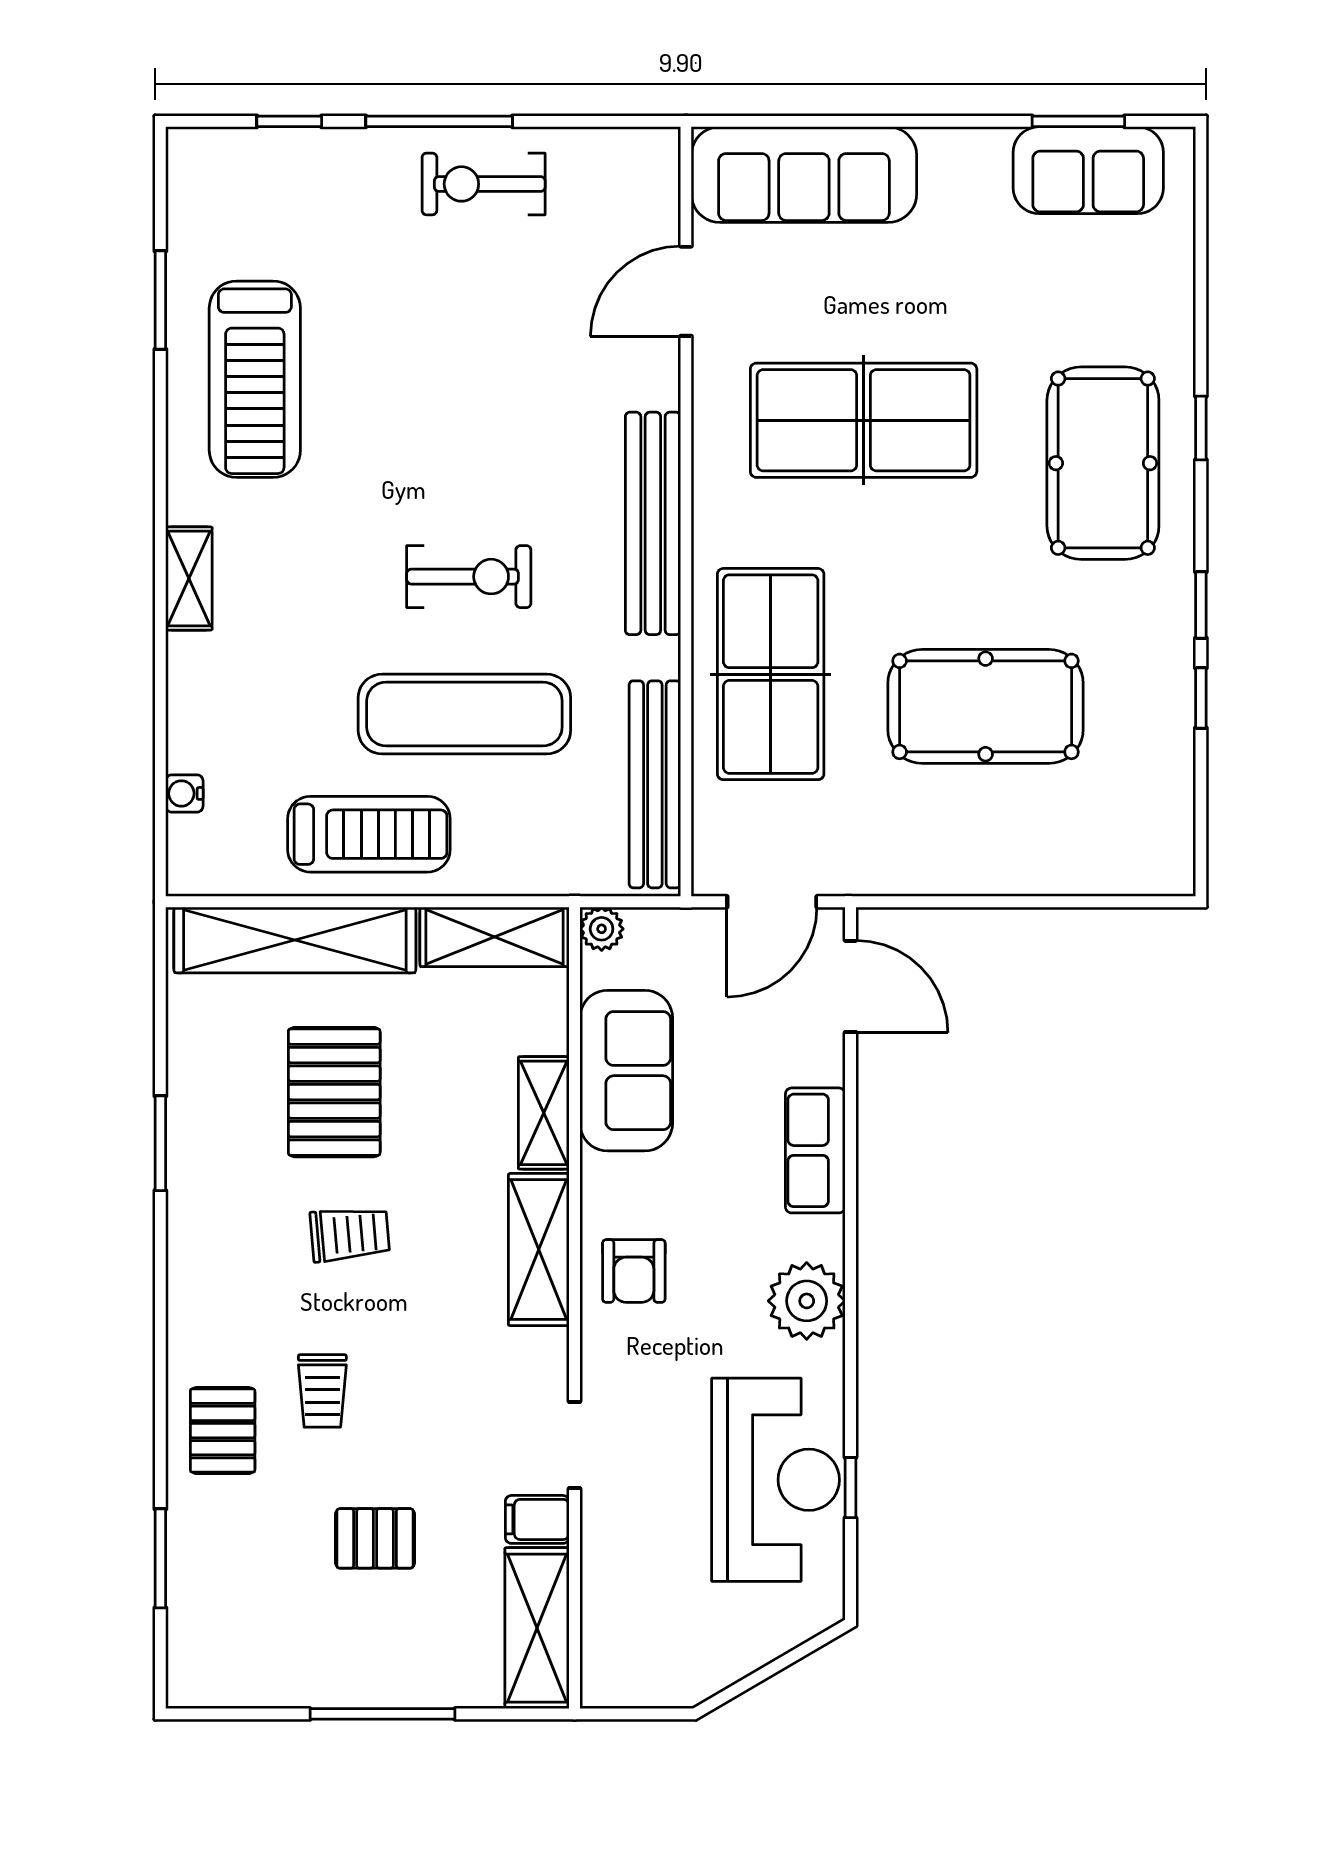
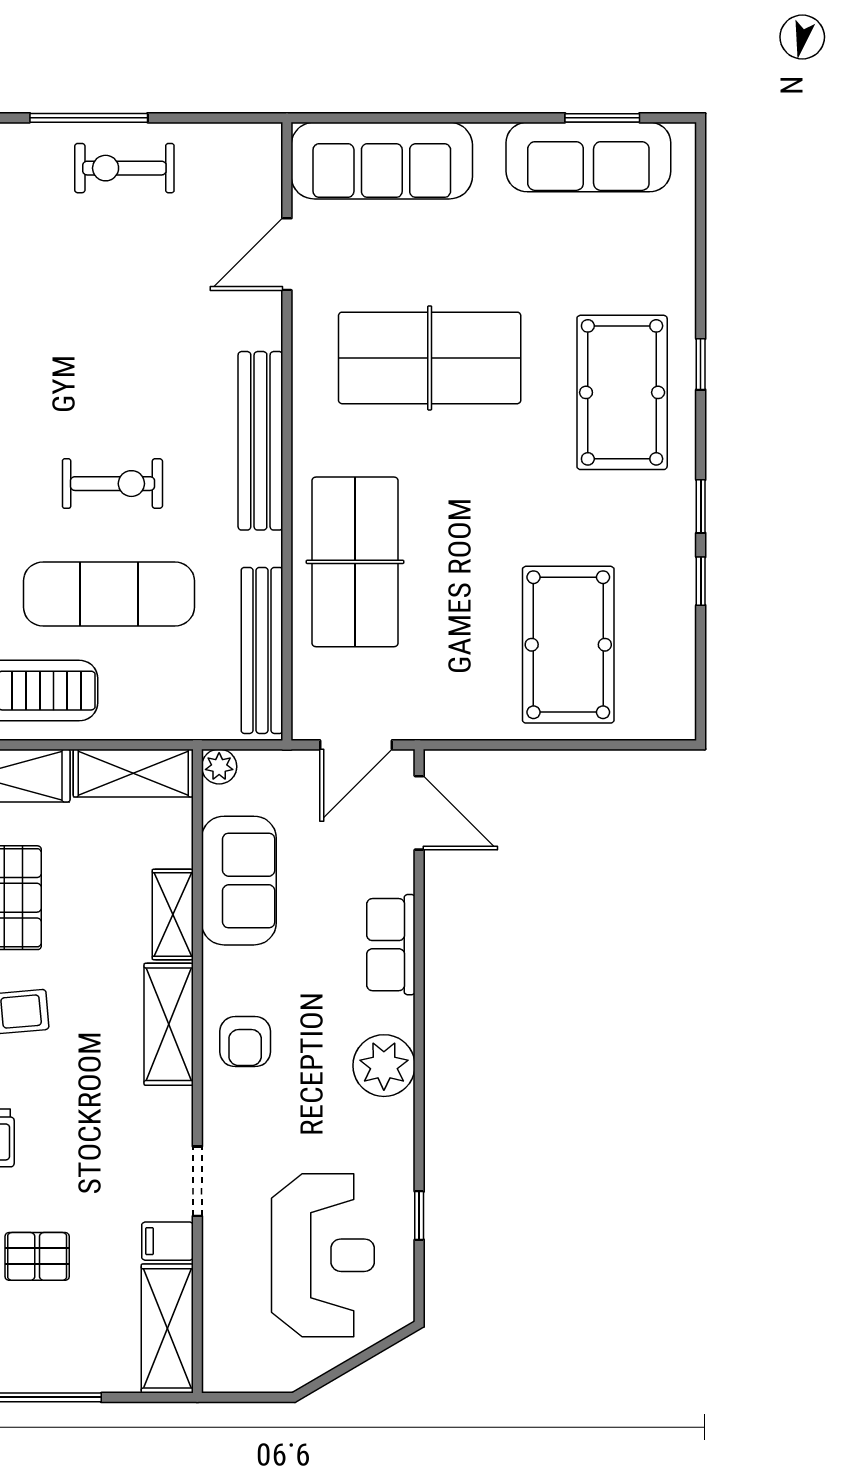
sofa: (1088, 170) -> (588, 157), width x1.36
pool table: (986, 706) -> (568, 645), moved, turned 90
reception desk: (776, 1480) -> (323, 1255), moved

